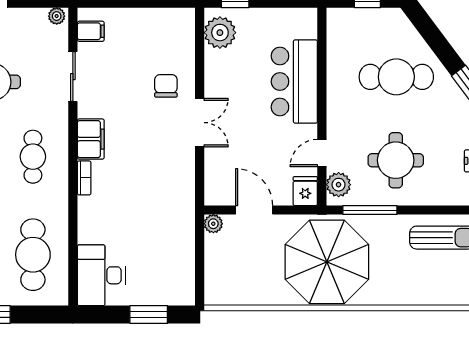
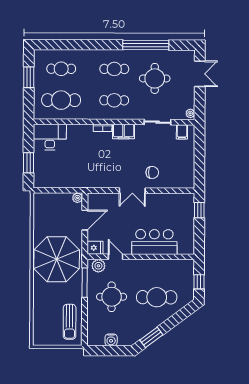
plant: (220, 33) -> (181, 202), removed
cafe table: (396, 77) -> (157, 297), turned 90

